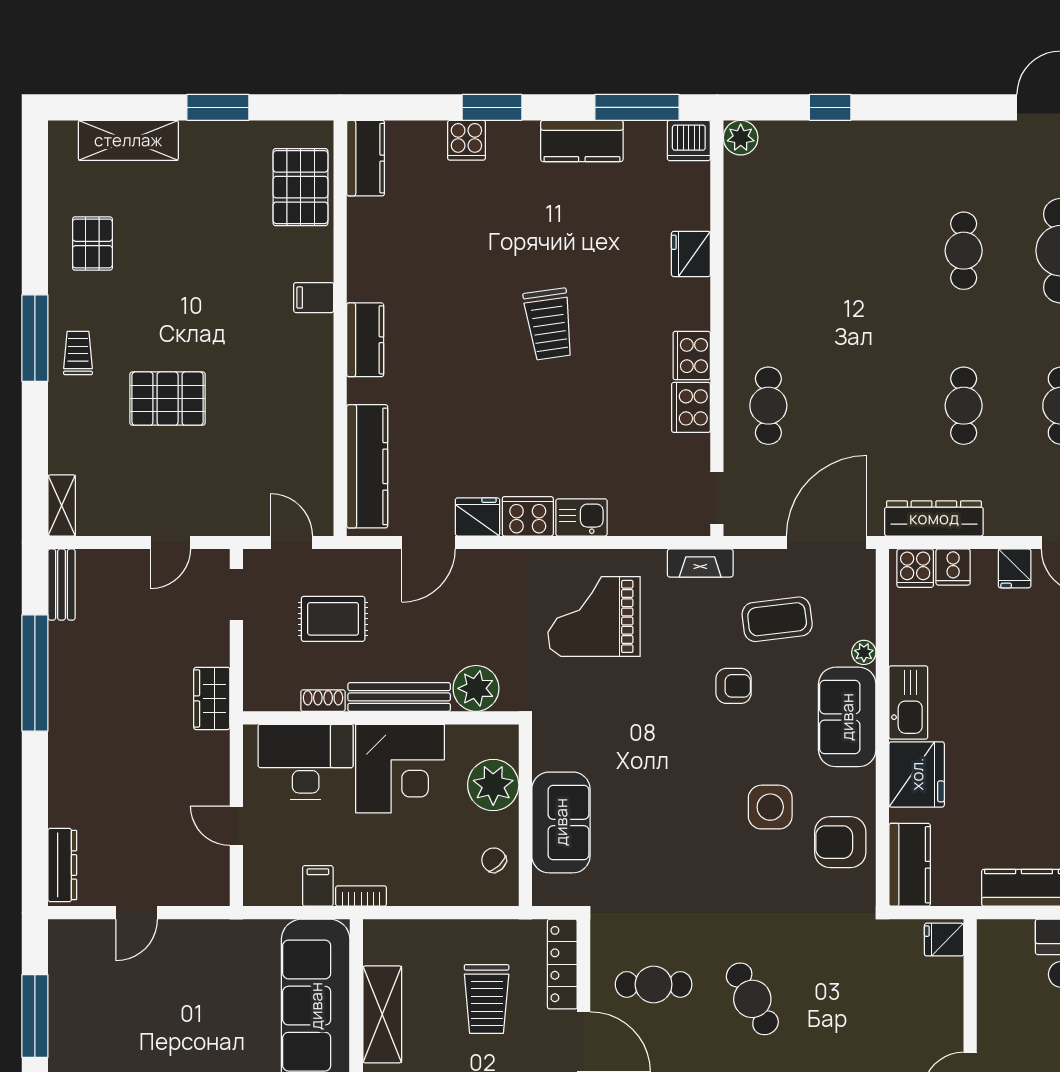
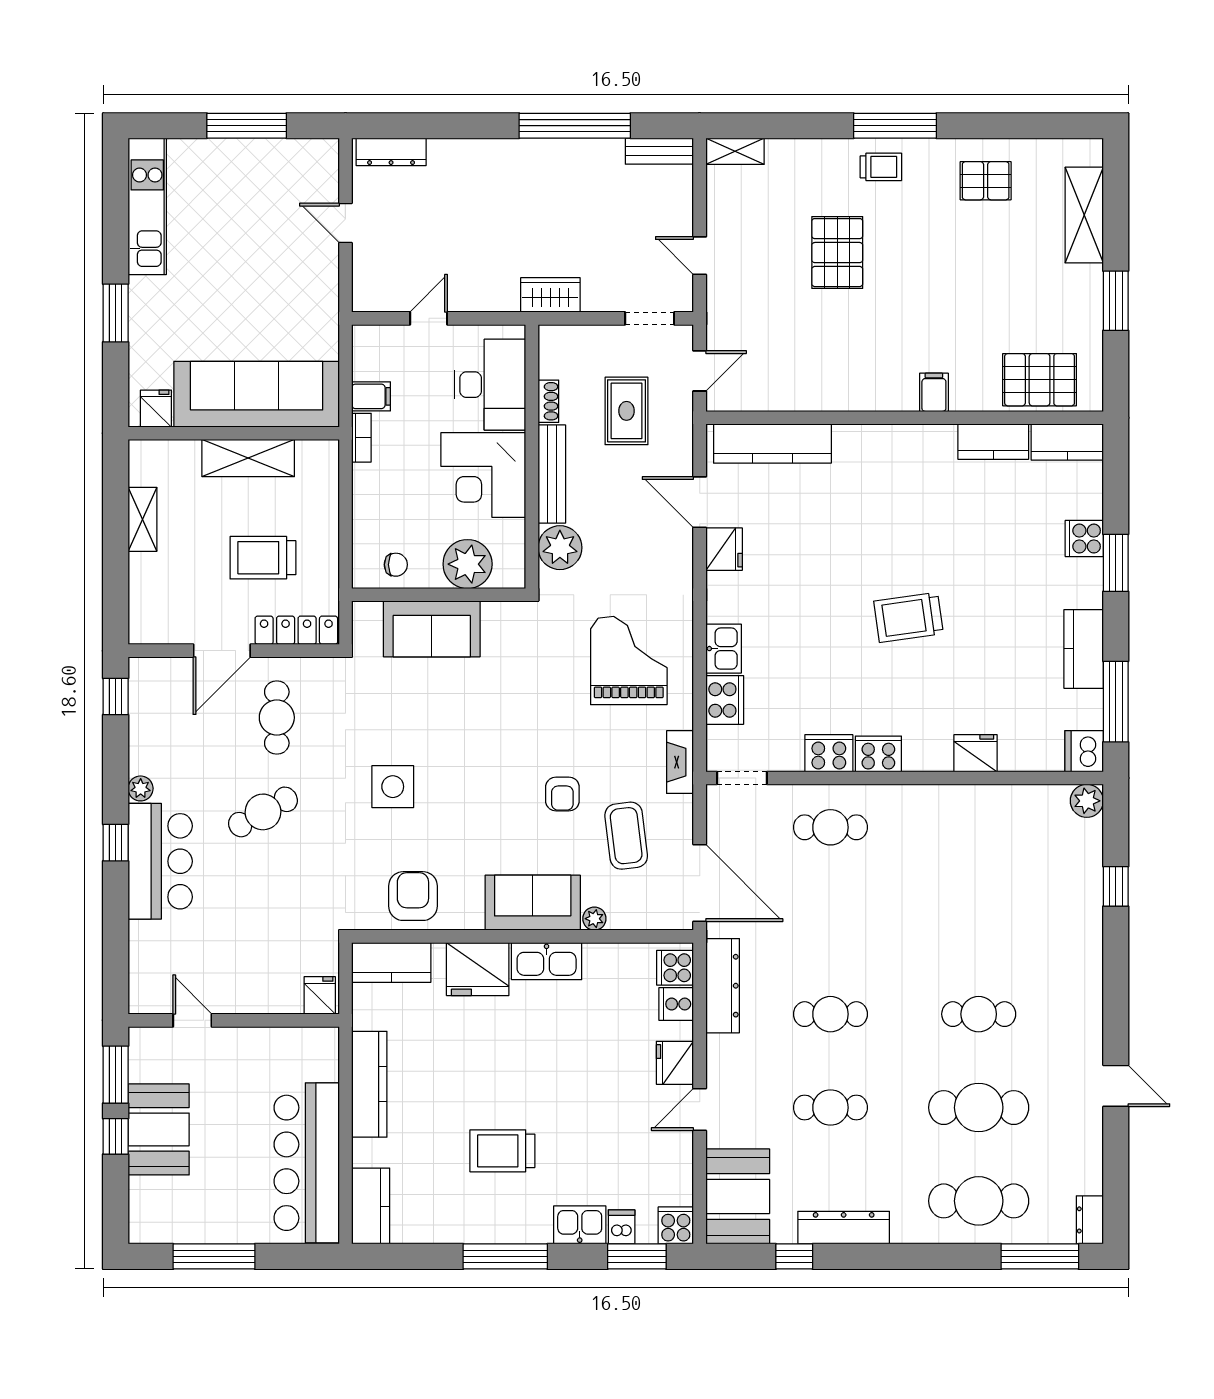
kitchen counter: (365, 340) -> (993, 442), moved
cooker: (528, 516) -> (725, 700), moved
fridge: (1015, 568) -> (675, 1063), width x1.38
side table: (770, 807) -> (393, 787), moved
chair: (494, 860) -> (396, 565), turned 43

